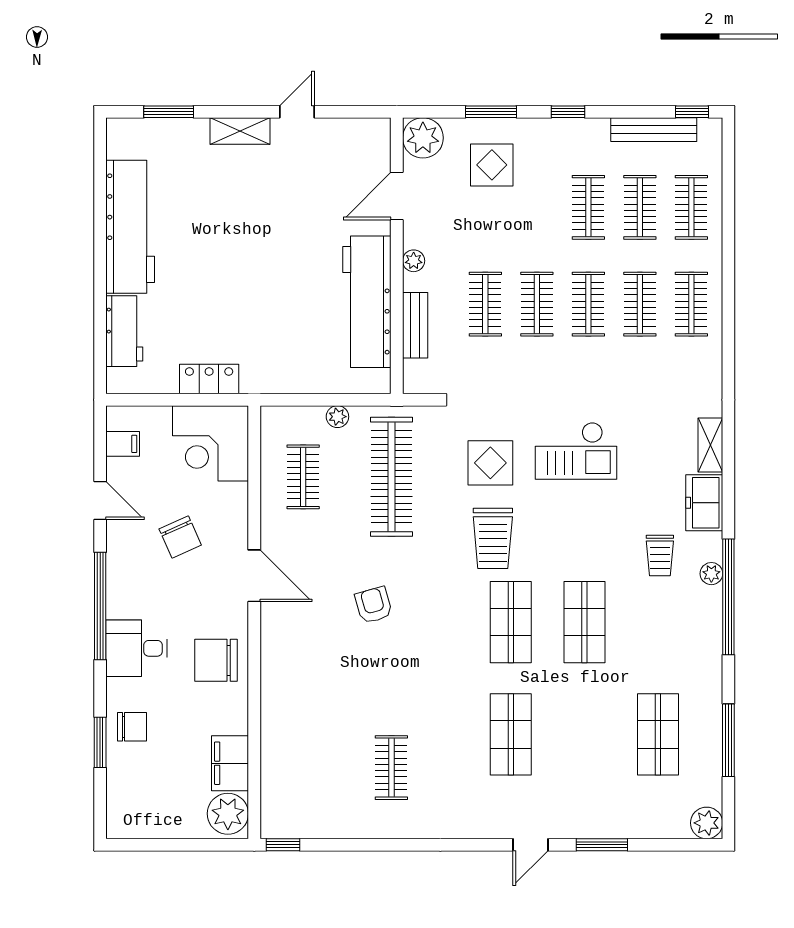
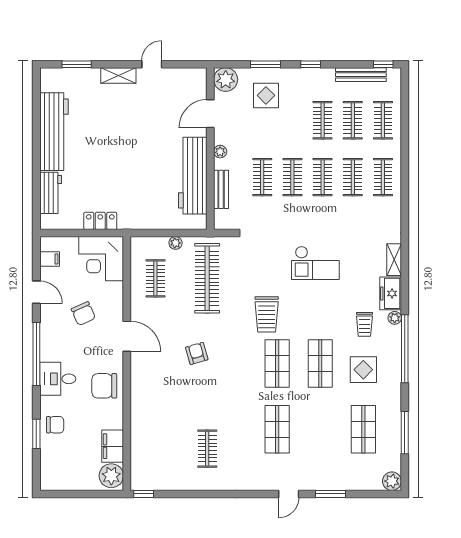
display table: (490, 463) -> (363, 370), moved
plant: (711, 574) -> (395, 318), moved

